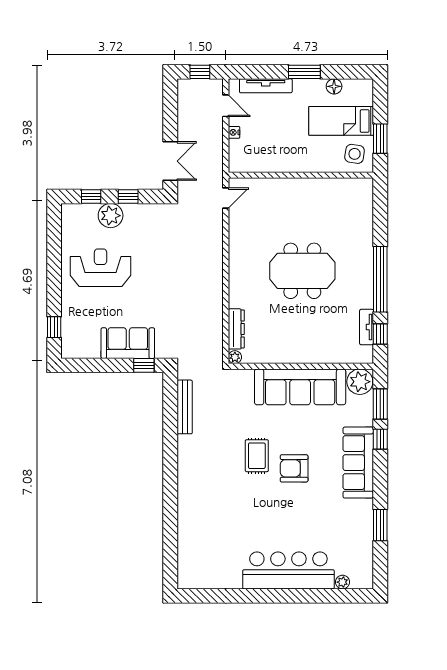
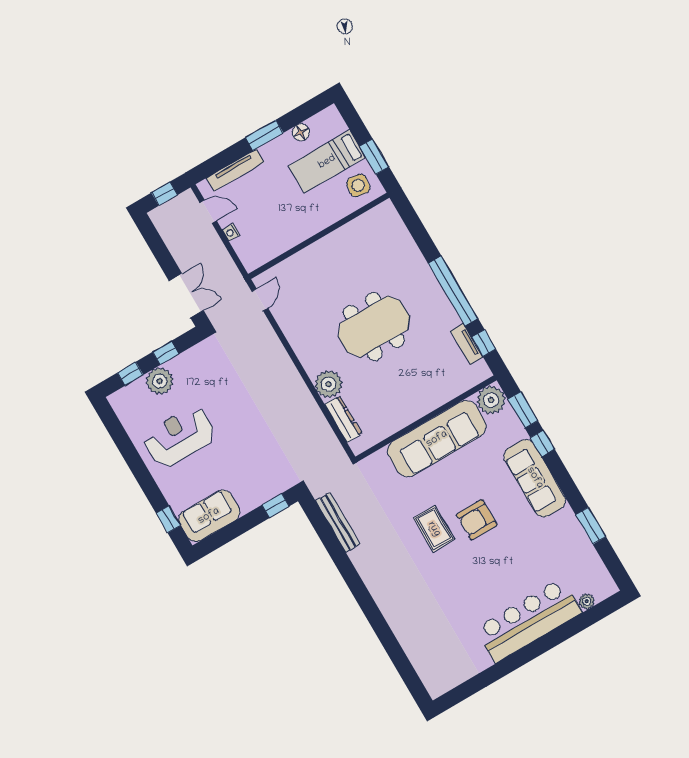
sofa: (128, 343) -> (209, 516), moved
plant: (235, 357) -> (328, 384), moved, width x1.88, depth x1.88

